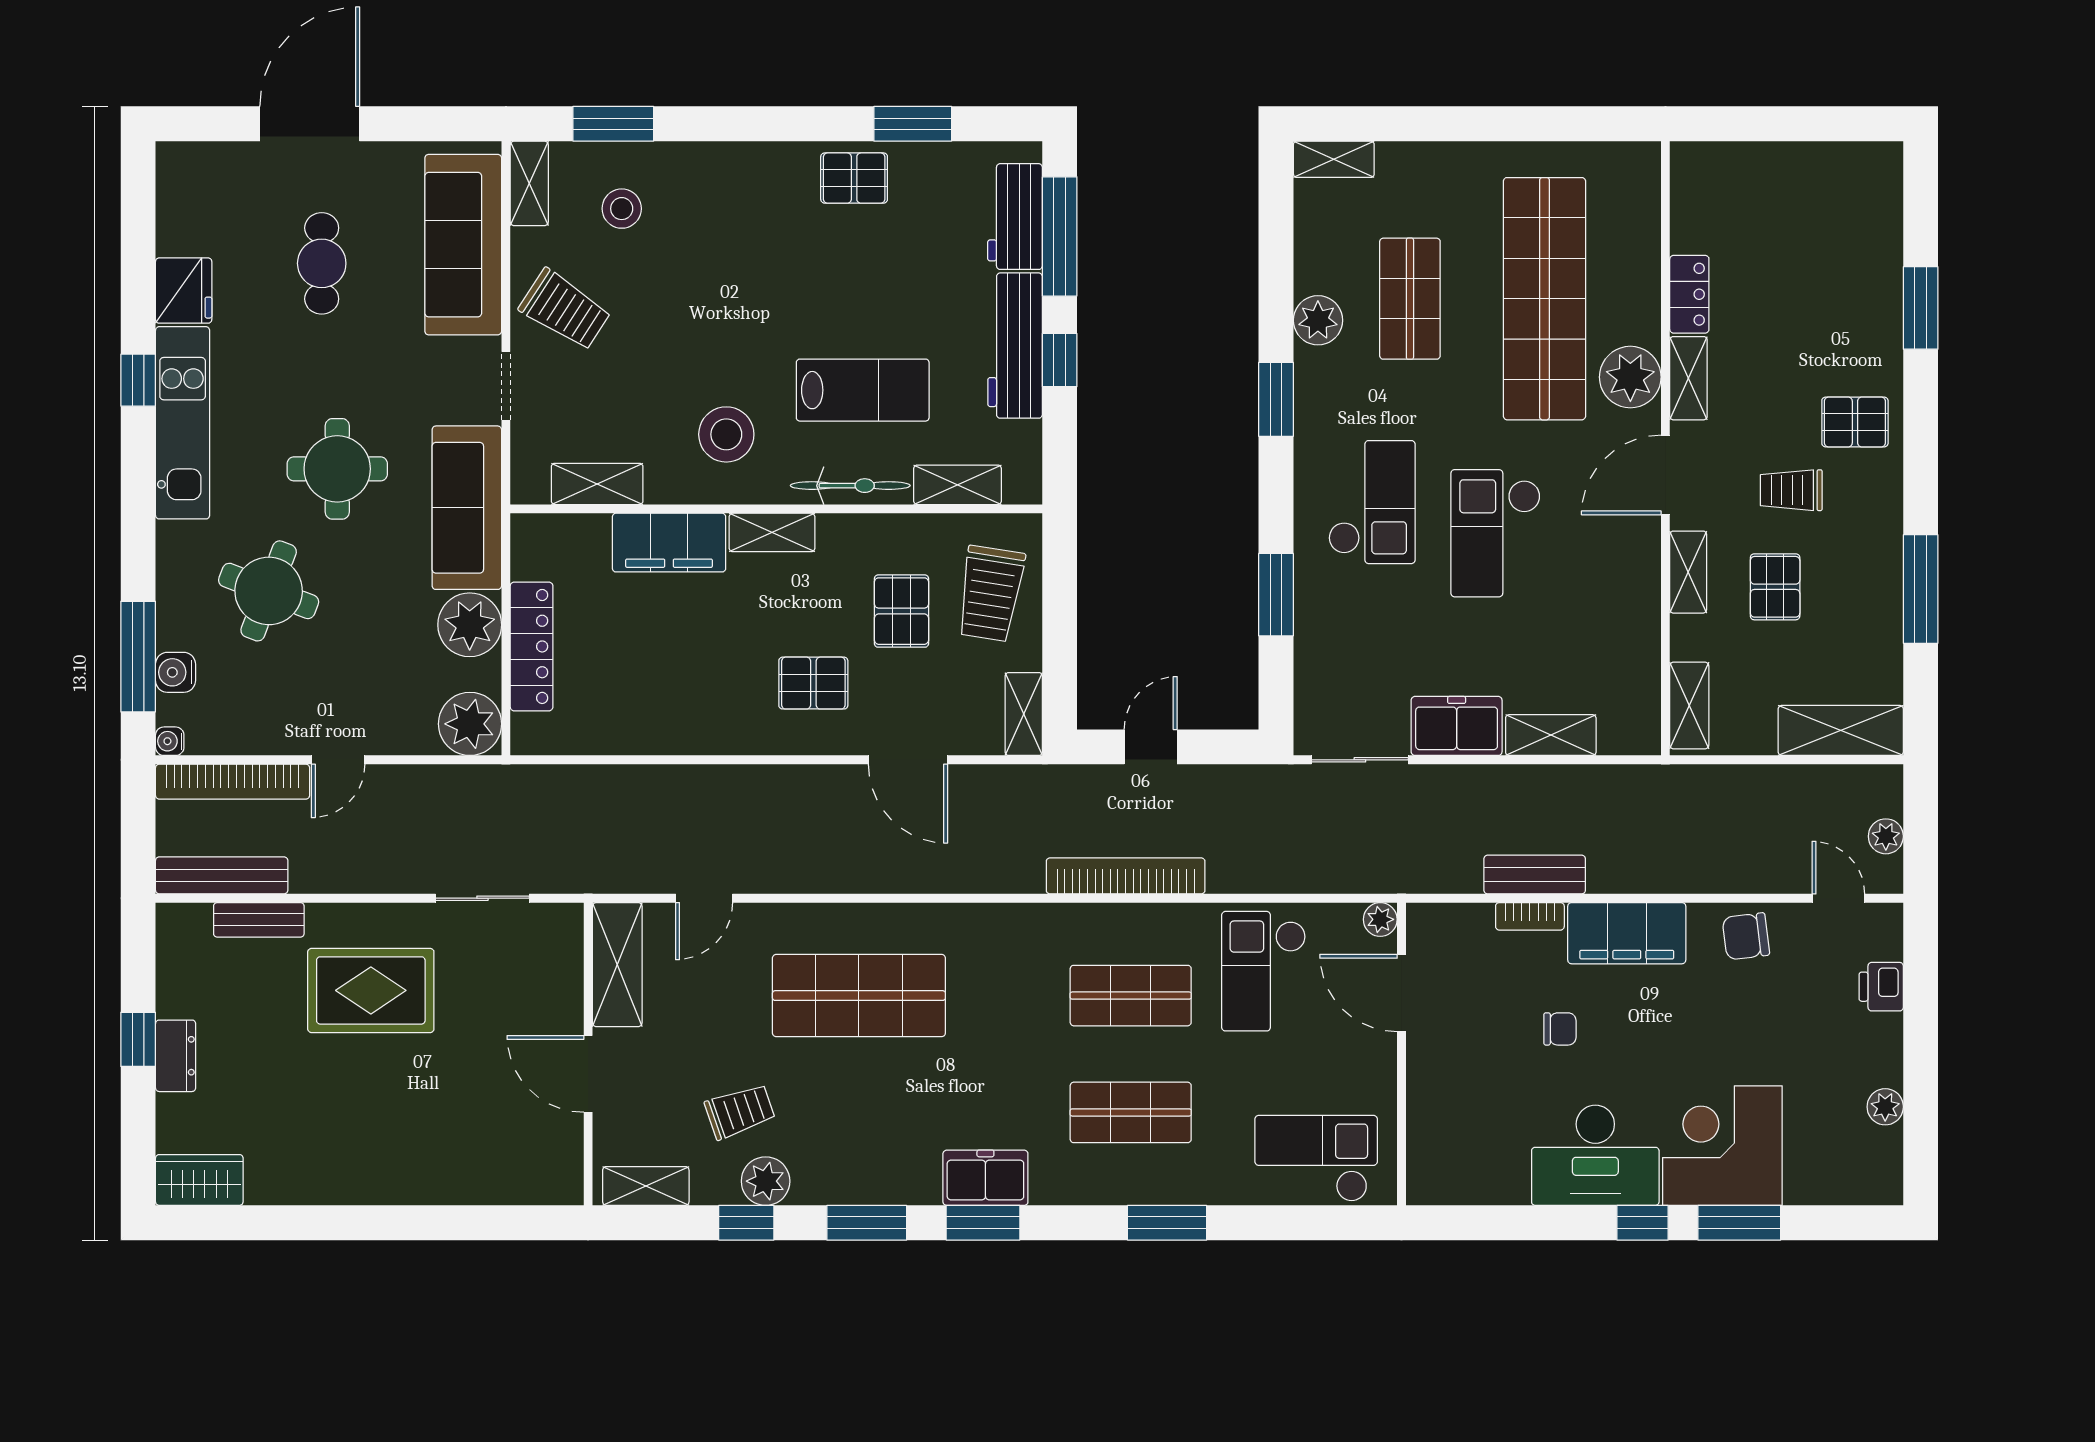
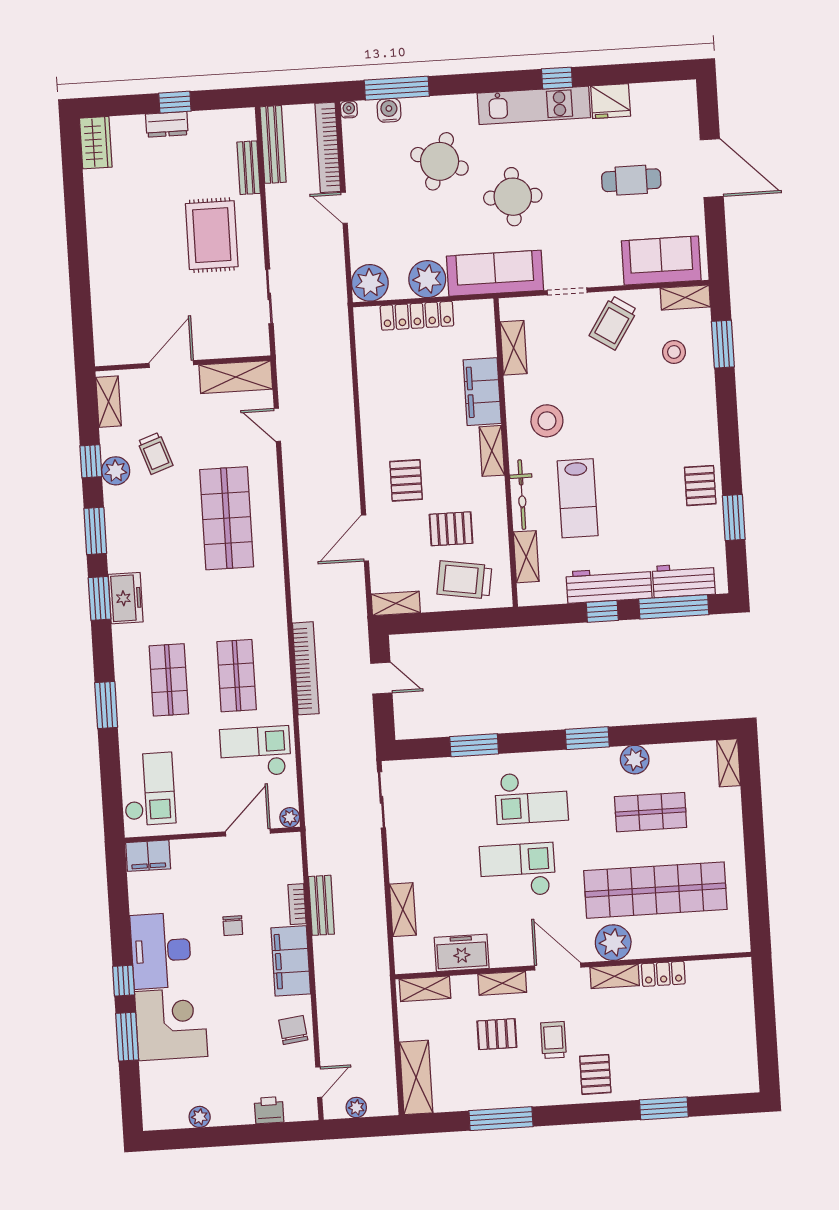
sofa: (463, 245) -> (661, 261), width x0.73
freezer: (1457, 726) -> (462, 953), moved, turned -90
filing cabinet: (1431, 1167) -> (148, 856), added

